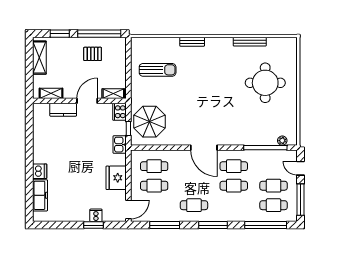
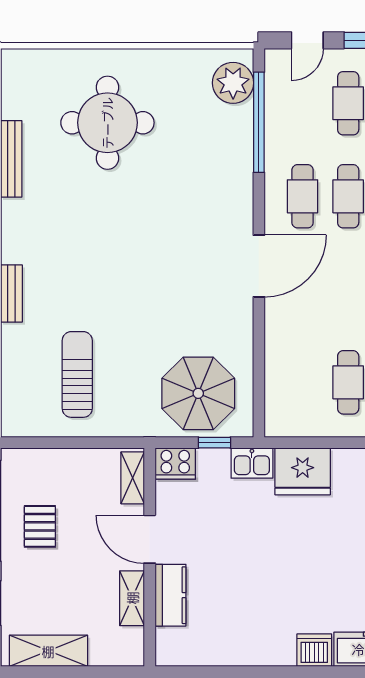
shelving: (51, 93) -> (132, 598), moved
plant: (282, 141) -> (233, 83), width x1.88, depth x1.88
cafe table: (154, 166) -> (303, 382), removed
fridge: (116, 178) -> (303, 471), moved

